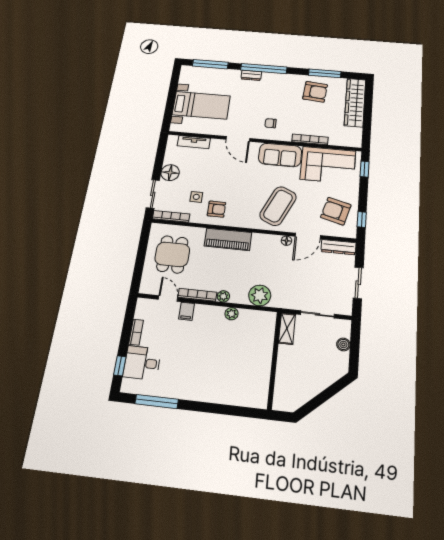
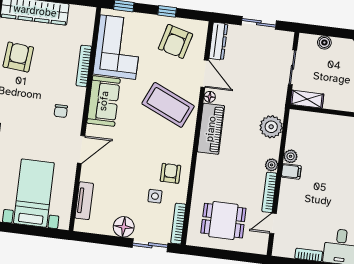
window: (362, 220) -> (167, 11), moved
piano: (228, 239) -> (211, 129), moved
filing cabinet: (187, 311) -> (291, 171), moved

